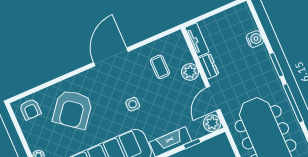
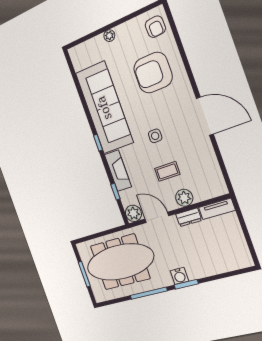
water cooler: (255, 39) -> (179, 276), moved
coffee table: (160, 67) -> (167, 171), moved
armchair: (30, 109) -> (155, 27), turned -93
armchair: (73, 109) -> (153, 73), turned -38

